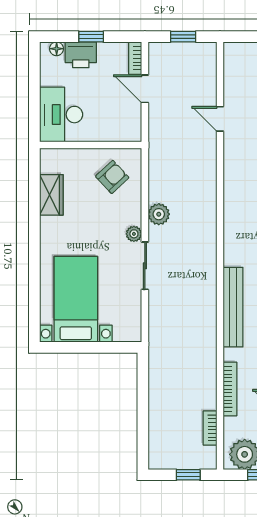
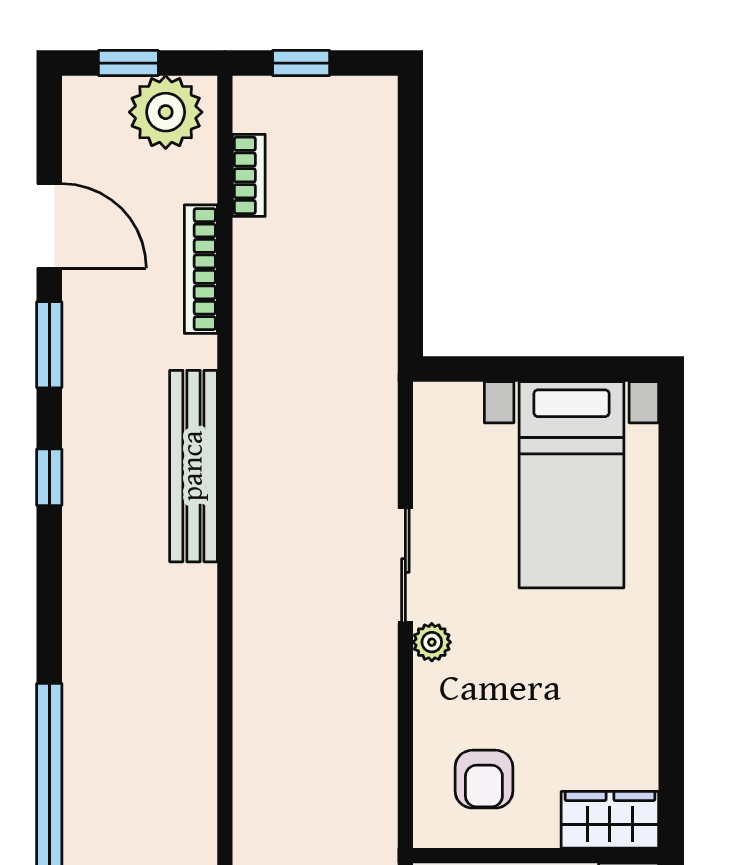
armchair: (112, 177) -> (484, 779), turned -47
wardrobe: (51, 195) -> (610, 820), moved, turned 90
plant: (159, 214) -> (372, 689), removed

